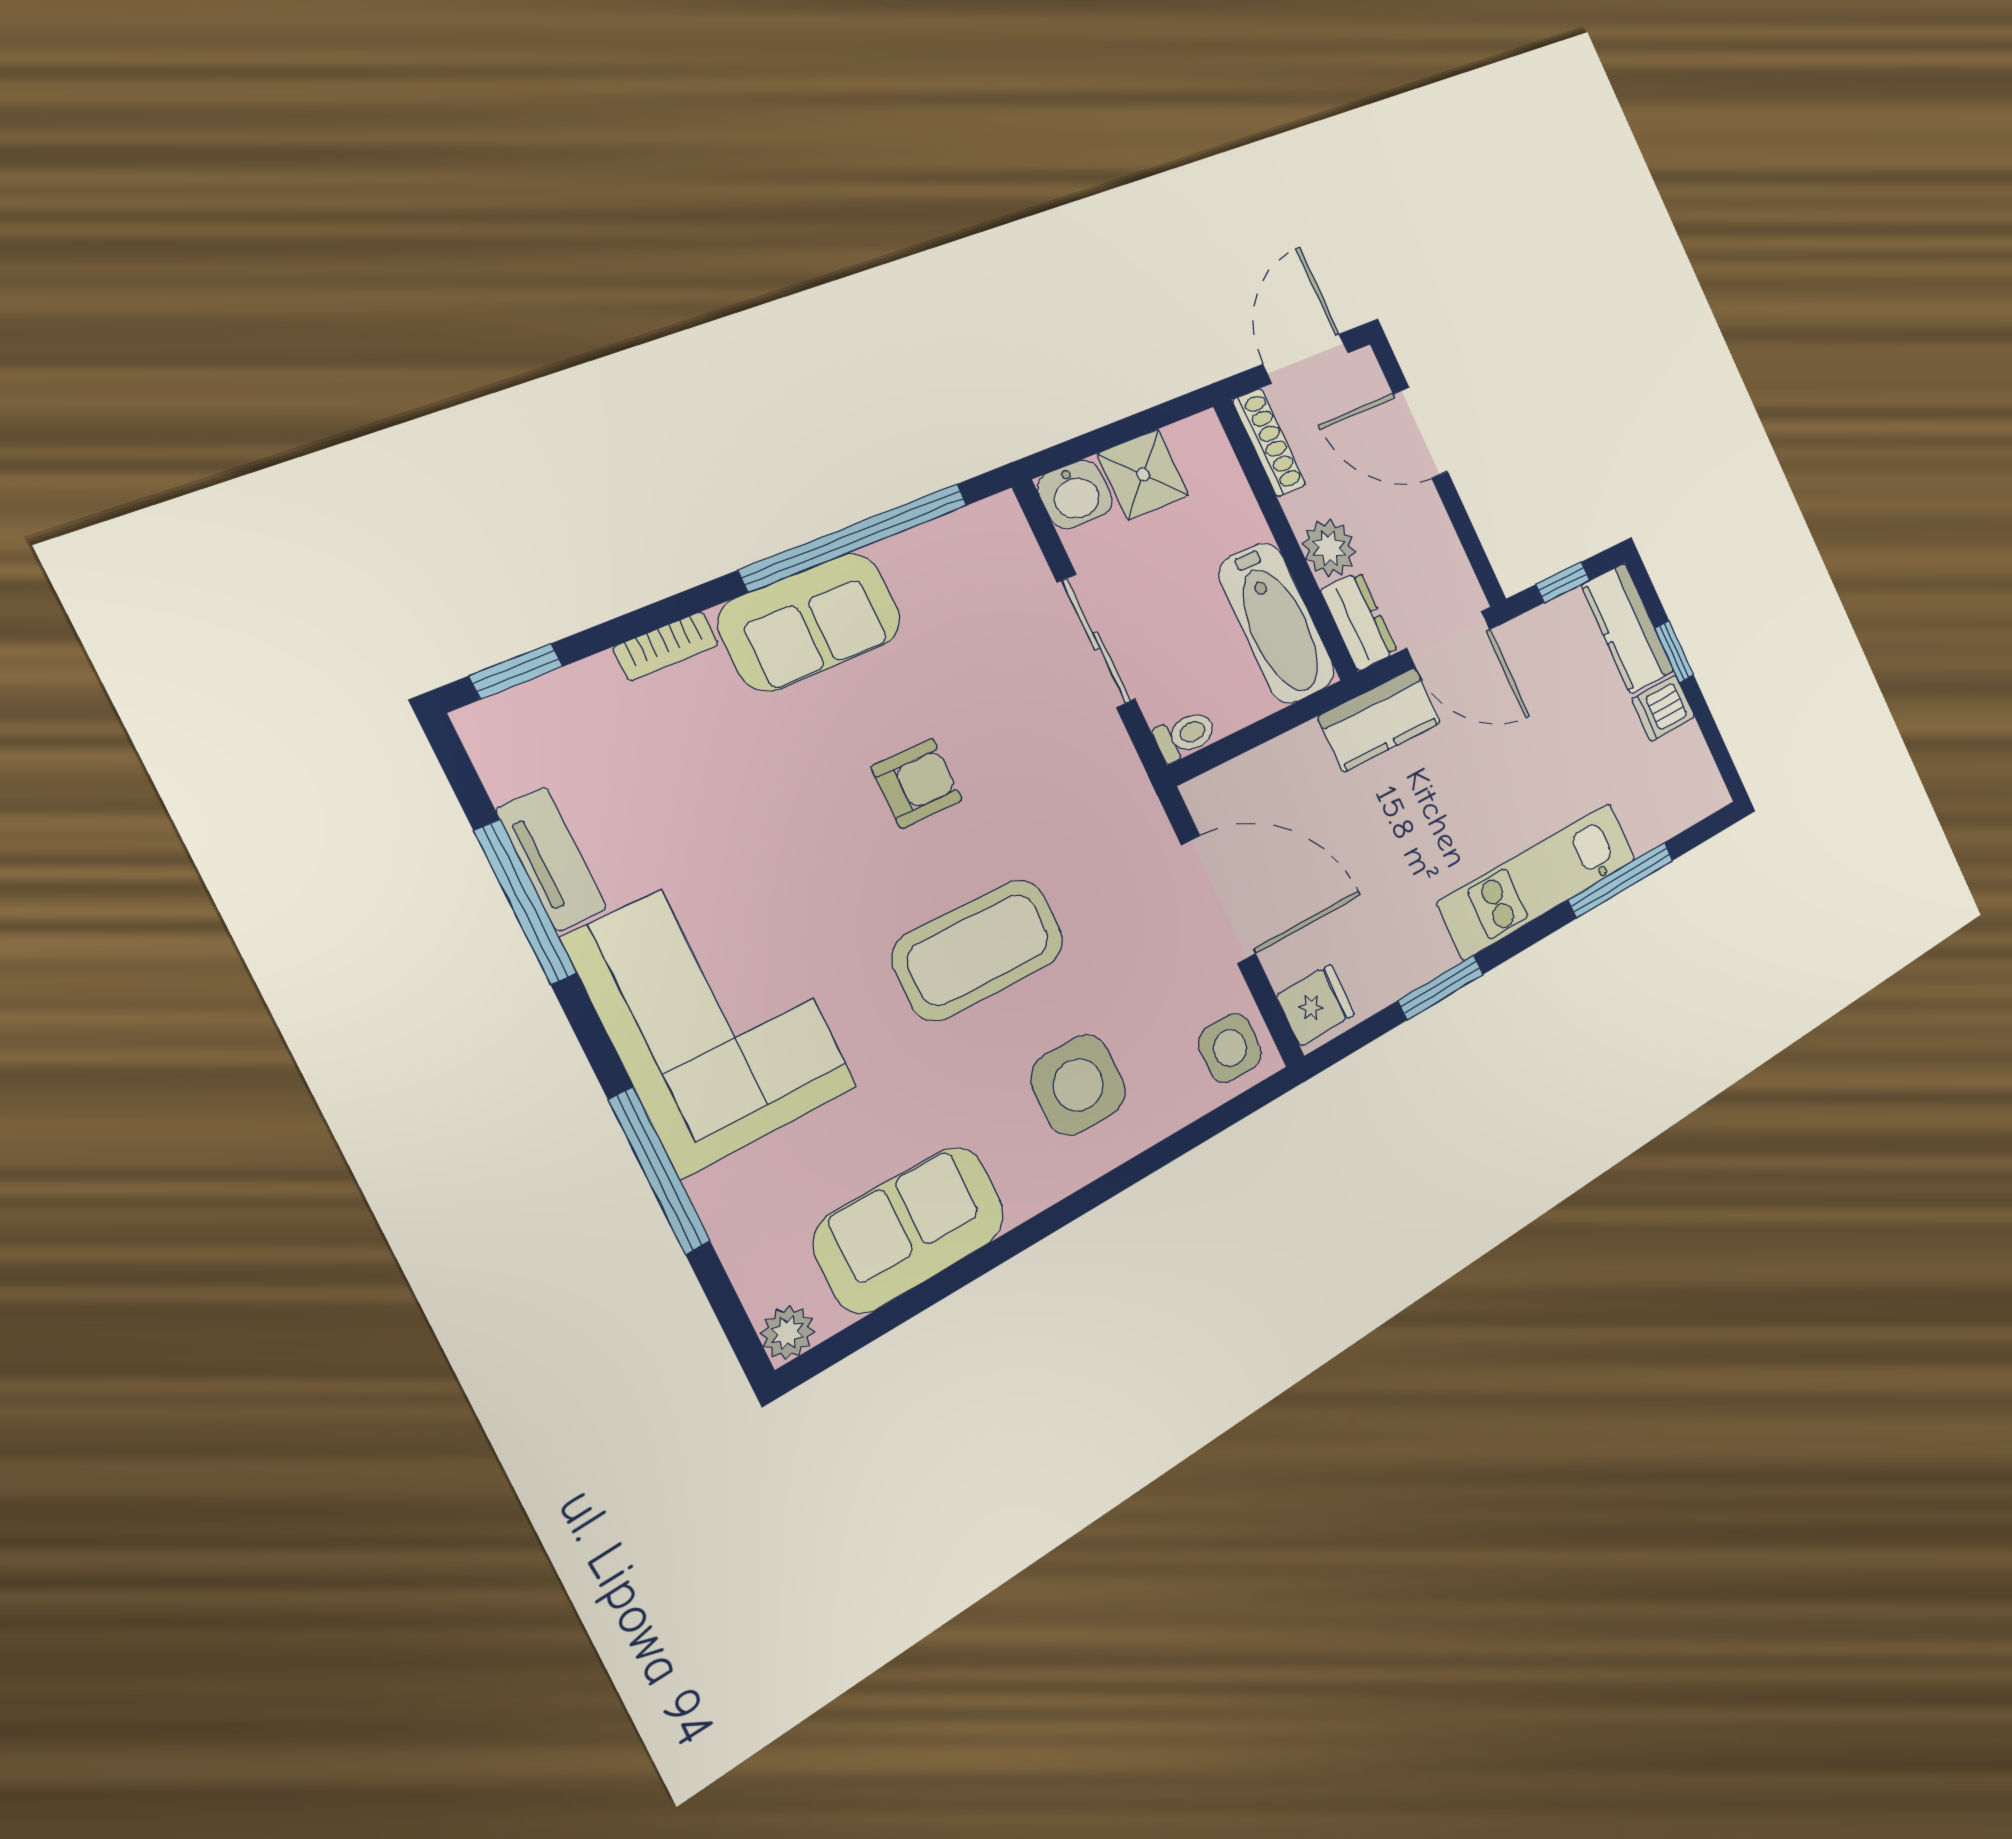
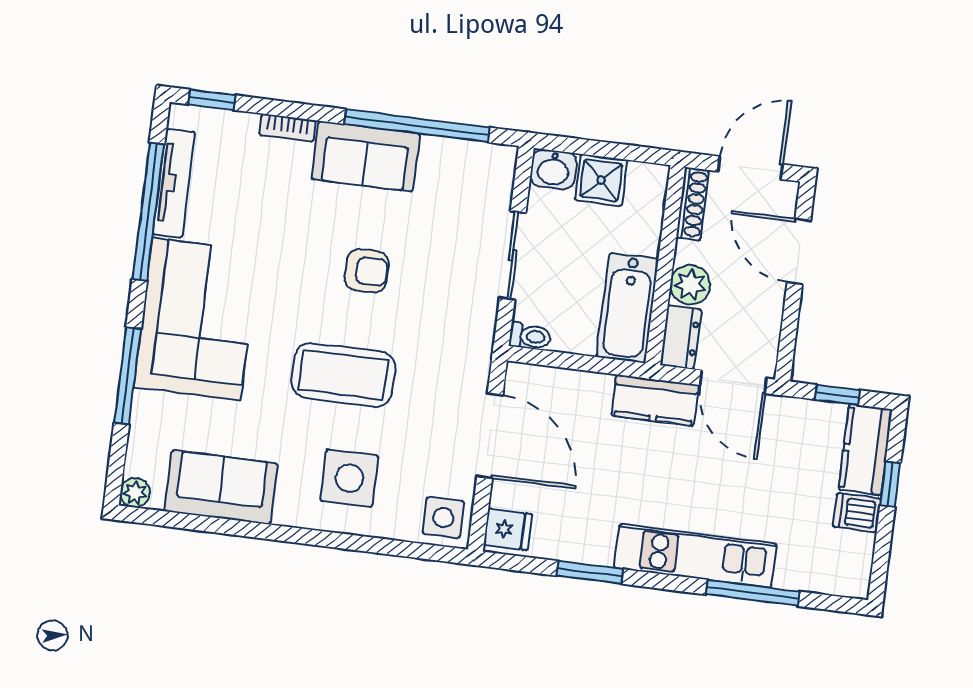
tv unit: (551, 859) -> (174, 183), width x1.41
window: (525, 902) -> (148, 211), width x1.46

